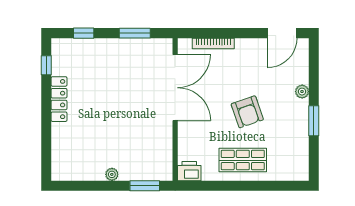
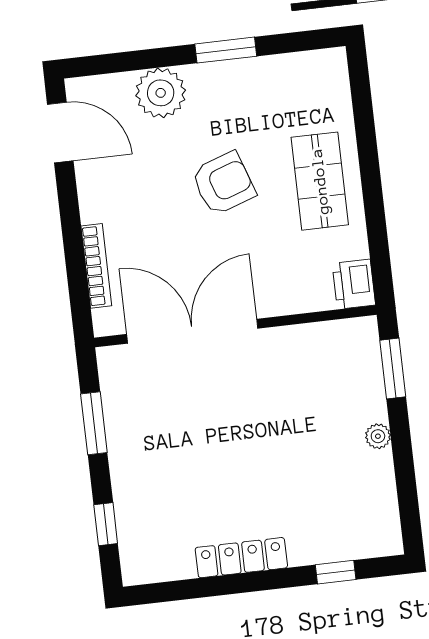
window: (46, 65) -> (336, 572), moved
plant: (302, 92) -> (161, 93), width x1.88, depth x1.88

